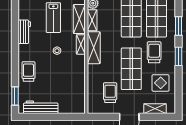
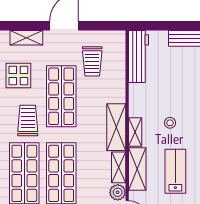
trolley: (154, 52) -> (28, 120), turned 180
workbench: (78, 96) -> (139, 57), added

